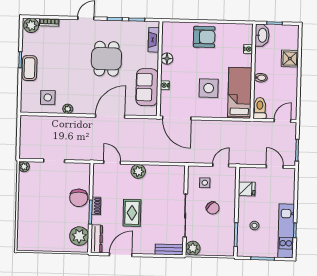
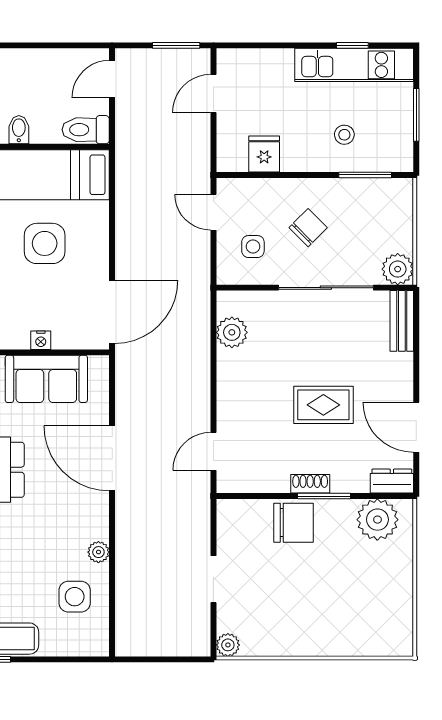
door: (282, 121) -> (112, 79), hinge flipped
plant: (138, 171) -> (232, 332), moved
dresser: (97, 239) -> (392, 481), width x0.70

